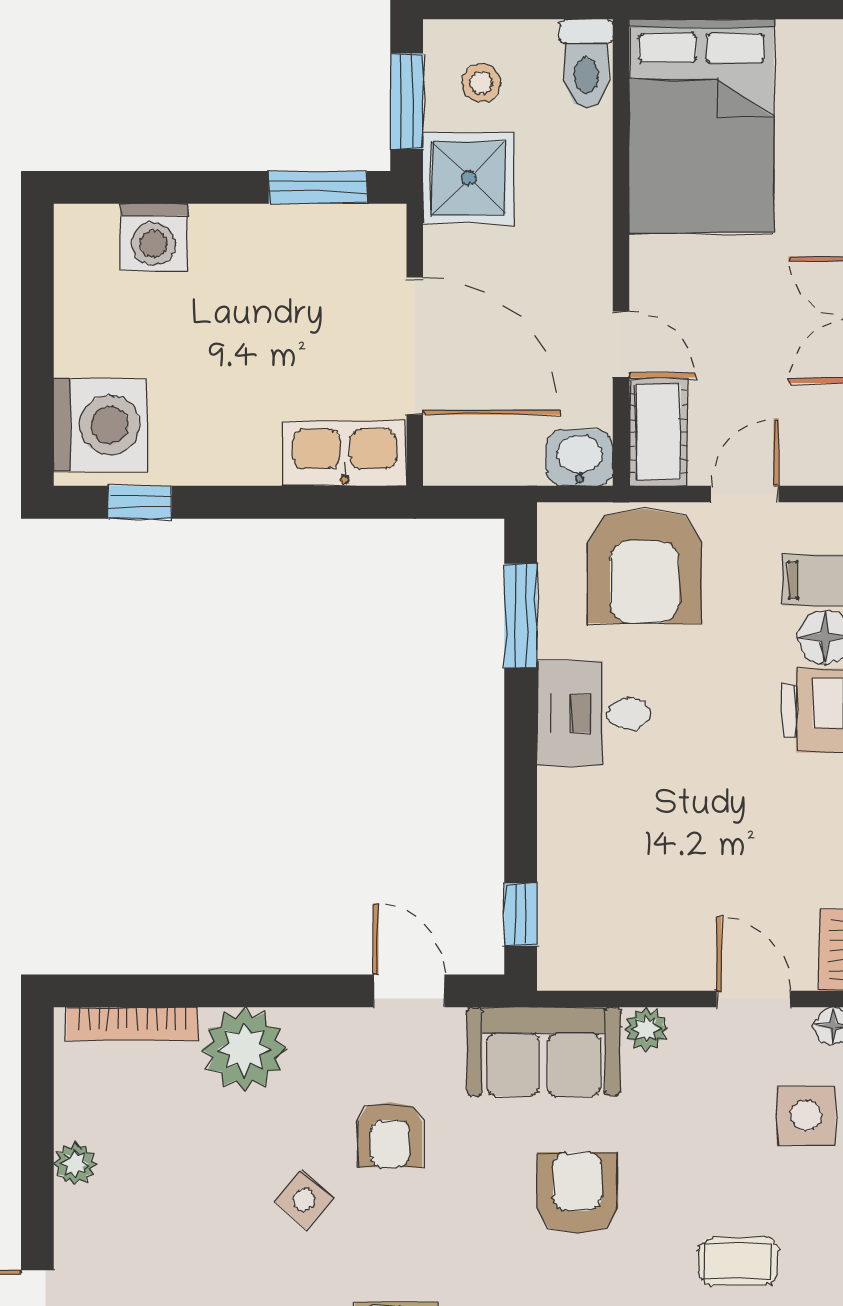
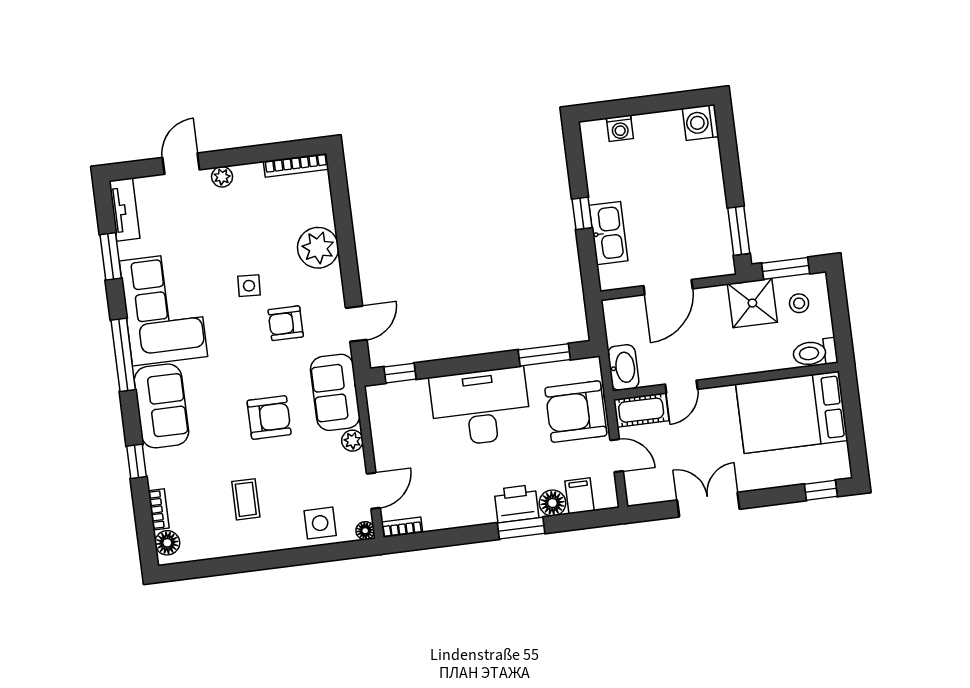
washing machine: (154, 237) -> (701, 122), moved
door: (415, 346) -> (668, 287), width x0.73
washing machine: (100, 425) -> (620, 128), width x0.53, depth x0.53
kitchen sink: (345, 453) -> (609, 233), moved
washbasin: (580, 458) -> (623, 368), width x1.38
window: (140, 502) -> (582, 213), moved
desk: (594, 713) -> (480, 407), width x1.87, depth x1.30
bookcase: (132, 1024) -> (296, 165), moved, turned -90
plant: (75, 1164) -> (222, 177), moved
side table: (304, 1200) -> (249, 286), turned -38

